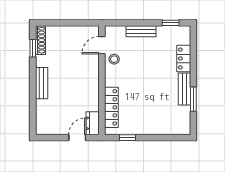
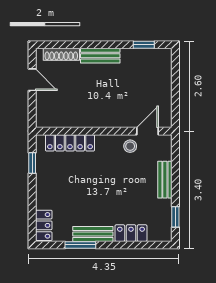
shoe rack: (40, 40) -> (61, 54), moved
door: (102, 45) -> (148, 131), hinge flipped
dresser: (93, 123) -> (50, 119), removed
locker: (178, 128) -> (44, 225), added
door: (77, 138) -> (32, 80), moved

